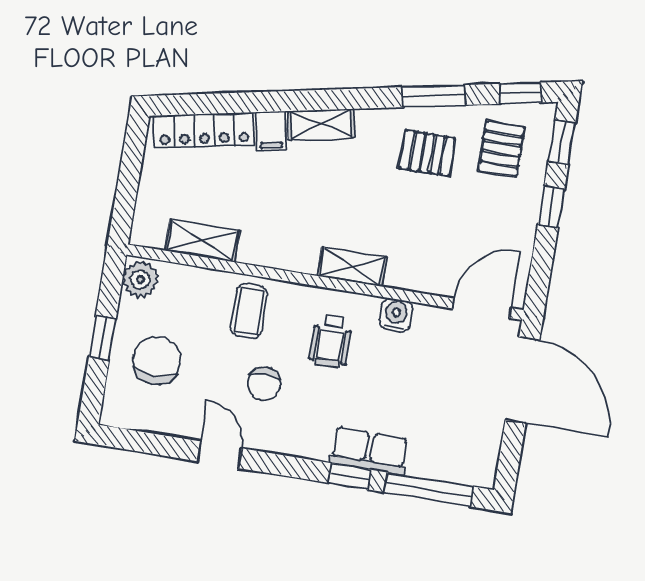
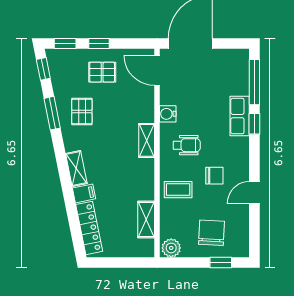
pallet: (501, 149) -> (102, 72), moved
window: (102, 338) -> (221, 262), moved
chair: (156, 361) -> (211, 233), turned 93

